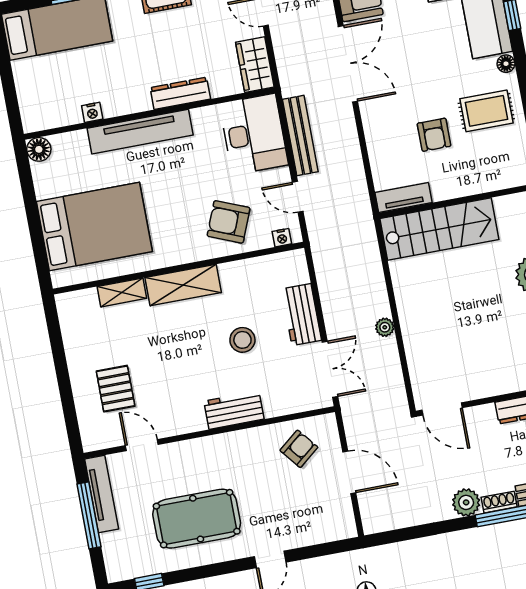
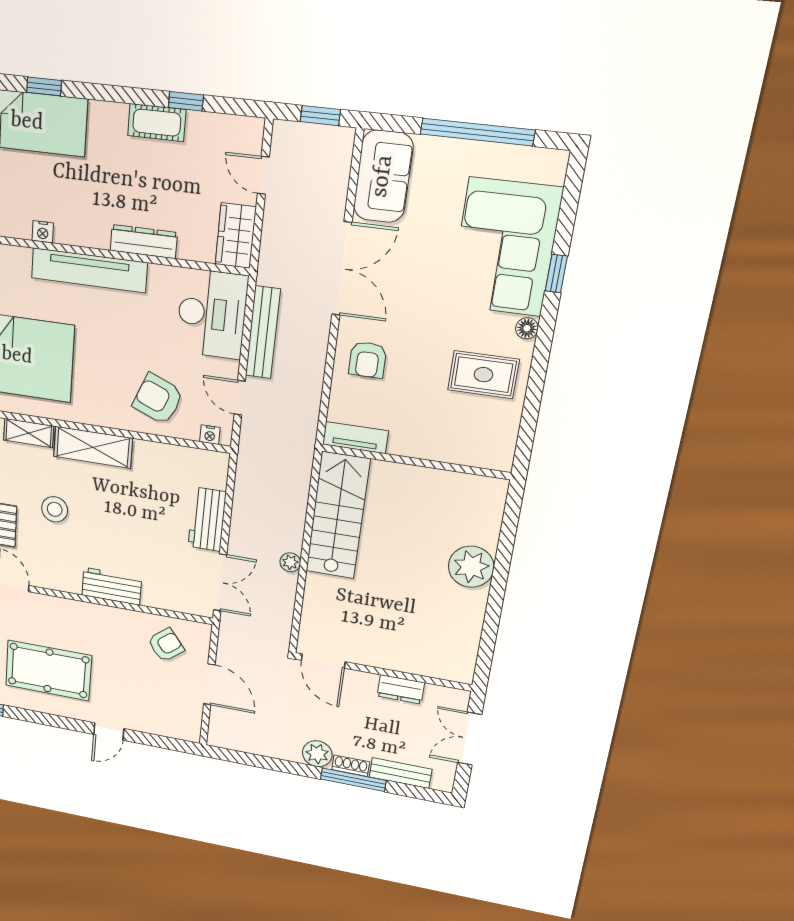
armchair: (434, 135) -> (368, 360), moved
stairs: (439, 229) -> (338, 516), moved, turned -90
stool: (242, 340) -> (55, 509), moved

